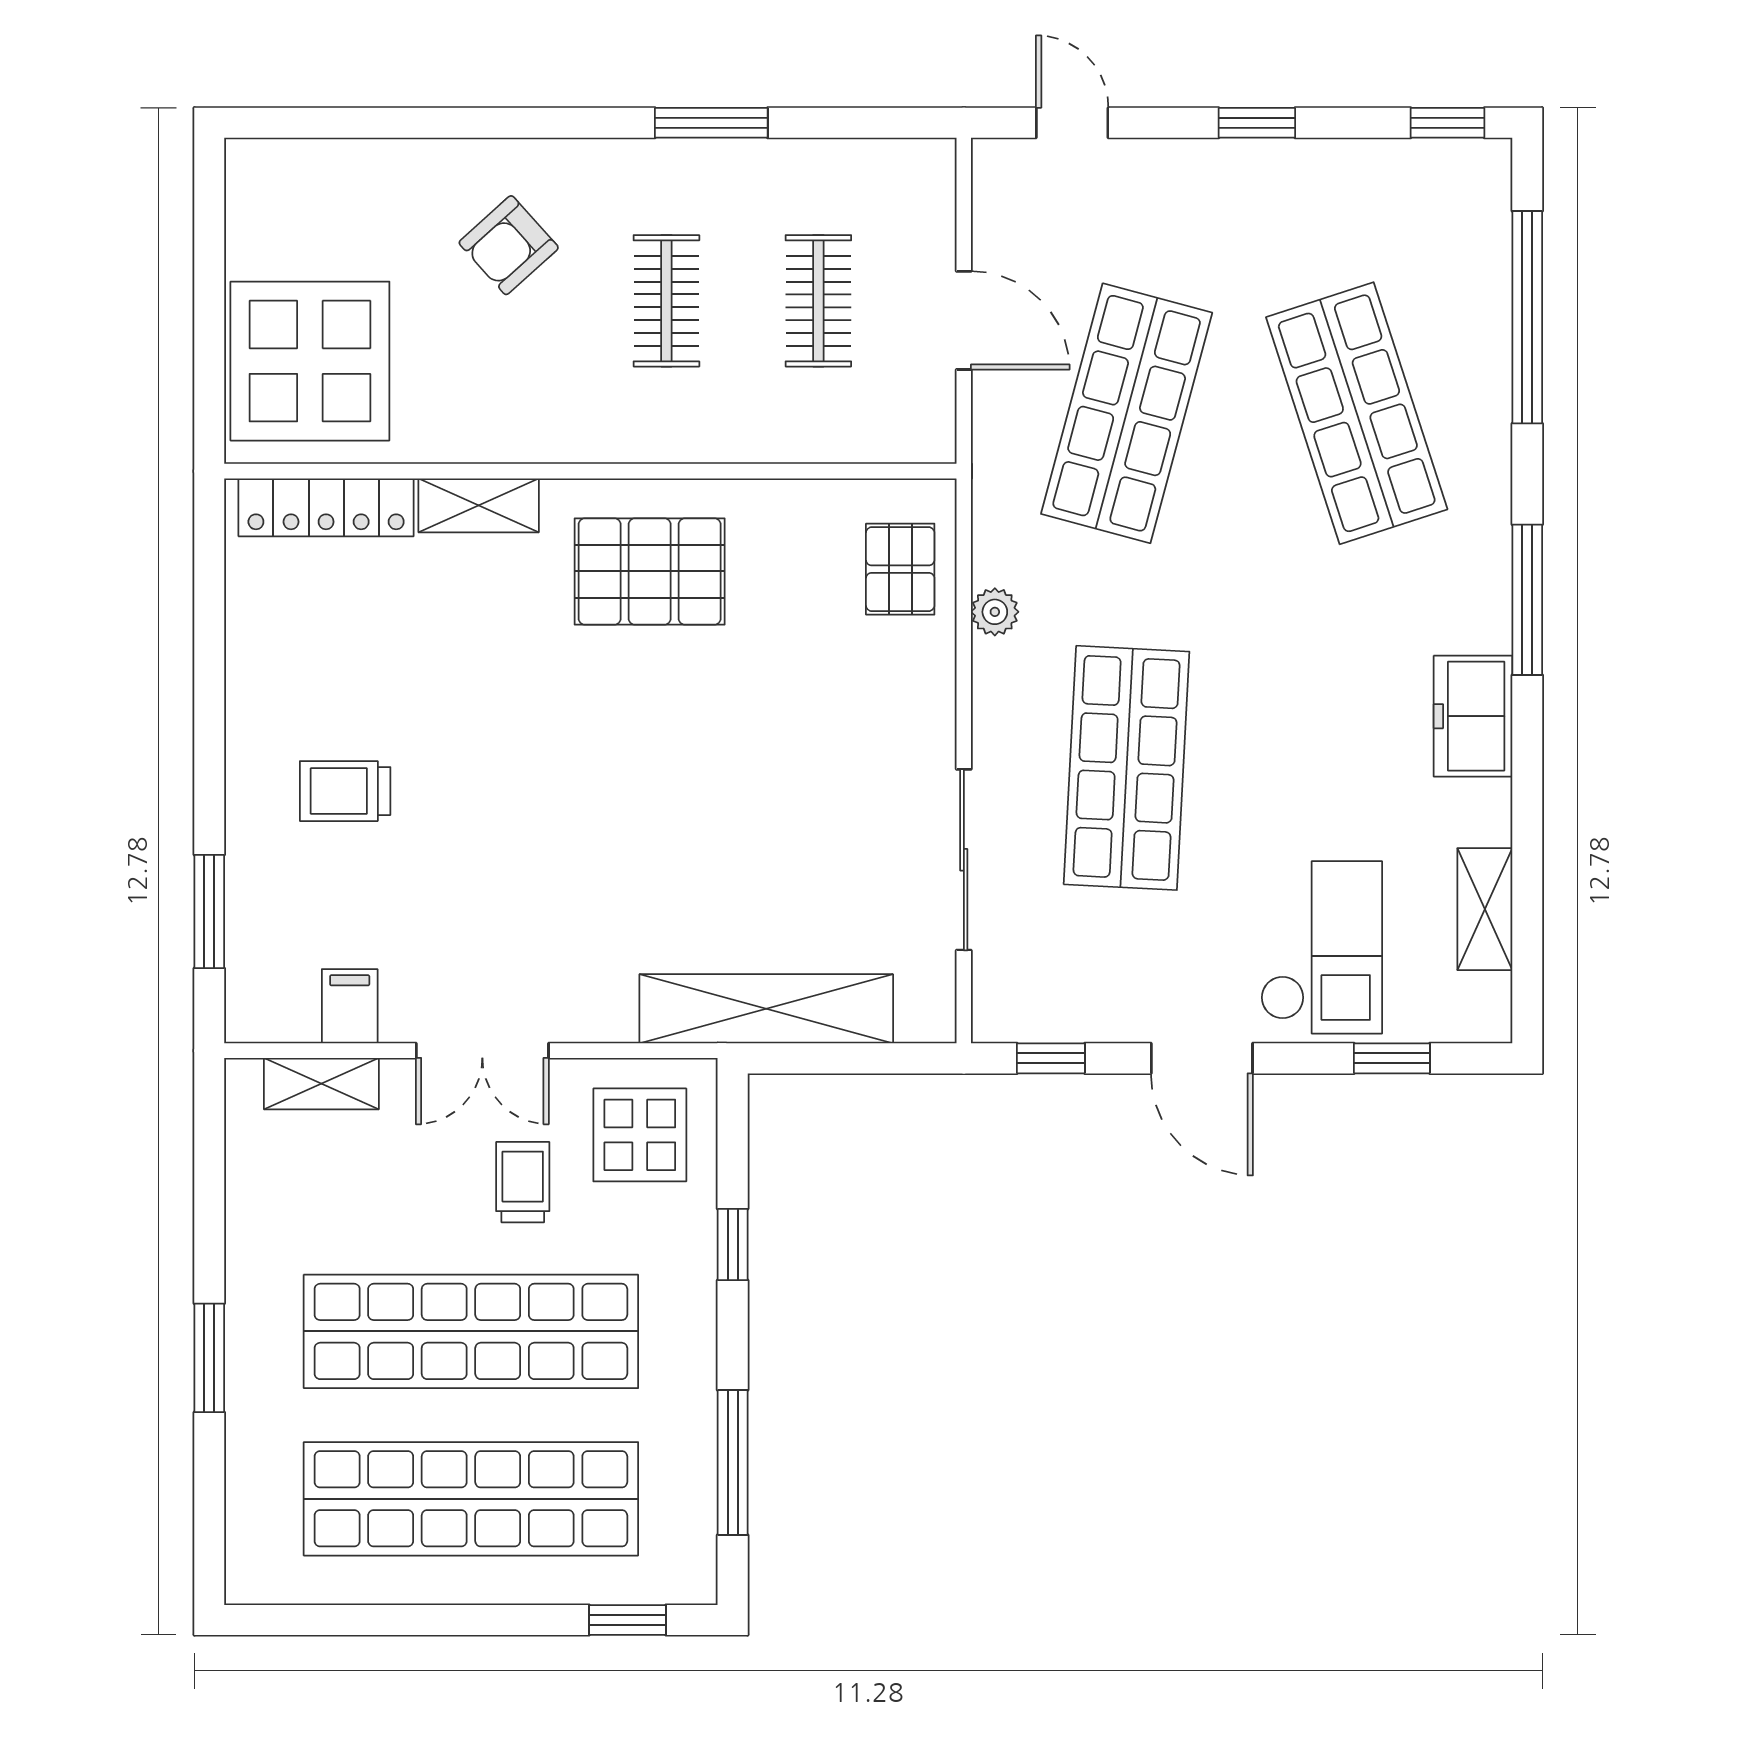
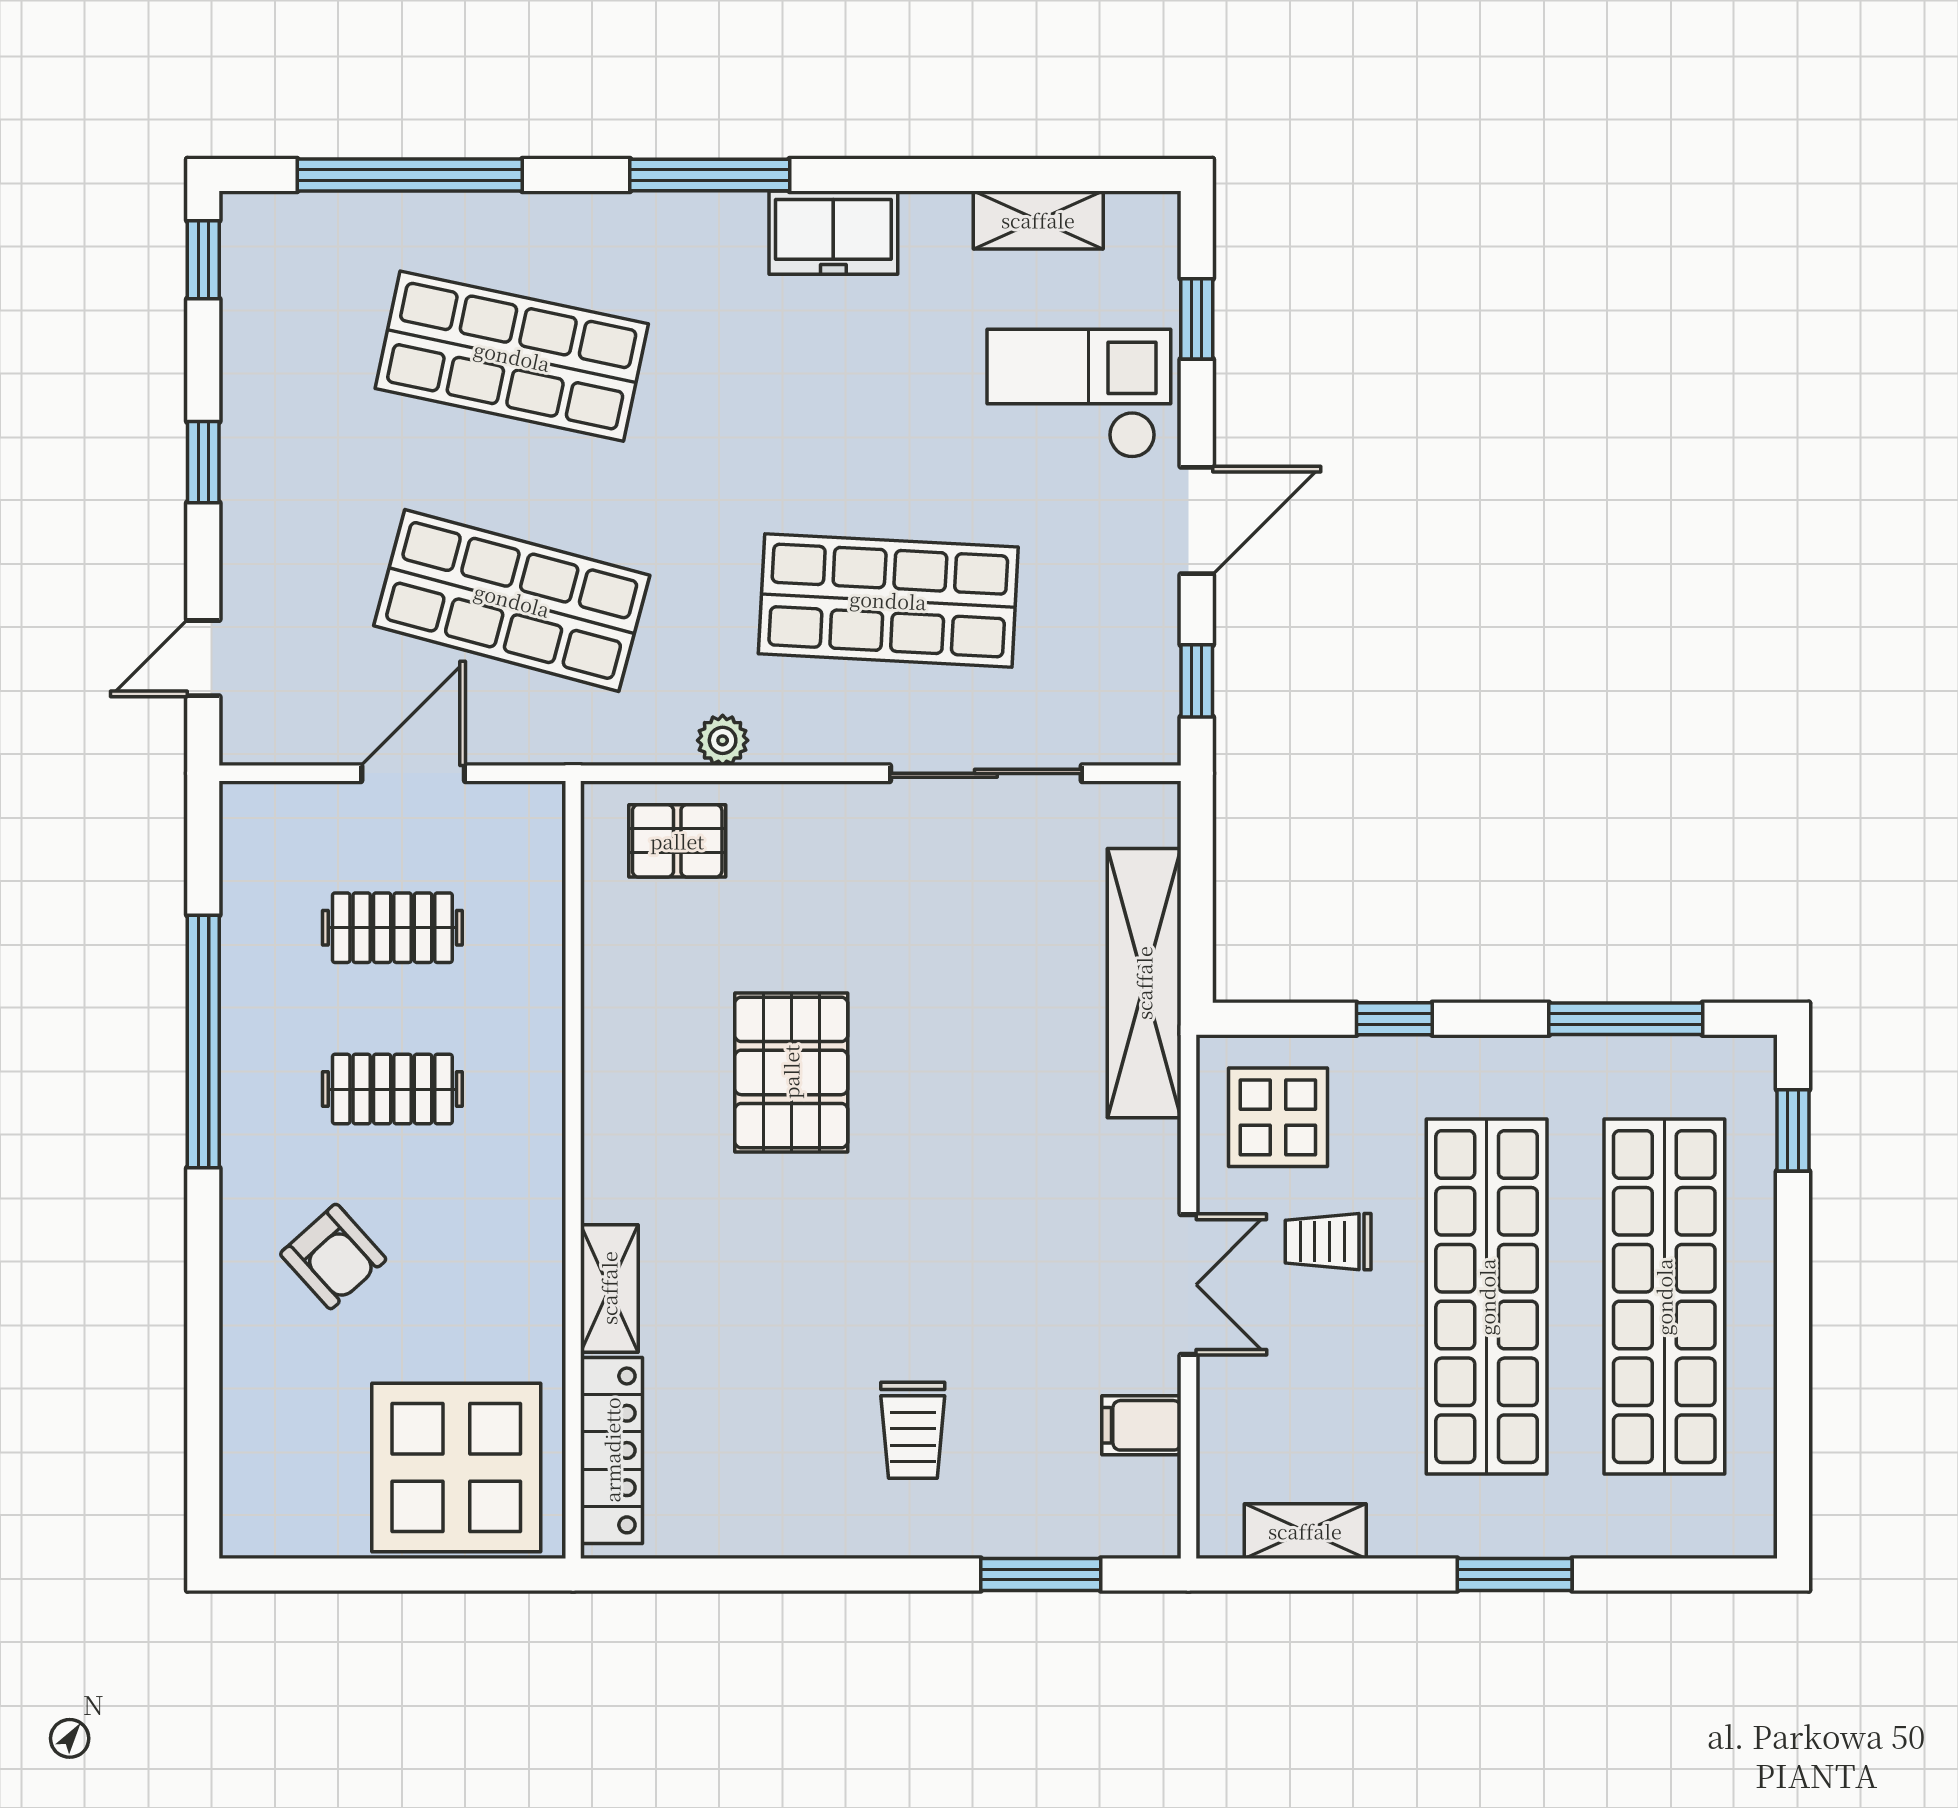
window: (711, 123) -> (203, 1041), width x2.11
shop shelf: (1357, 413) -> (512, 356), turned 30
pallet: (650, 571) -> (791, 1072), moved
shelving: (321, 1084) -> (1305, 1531), moved, turned 90

